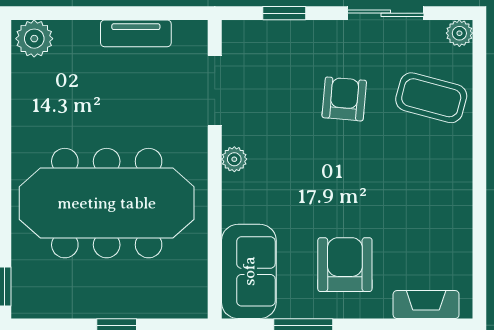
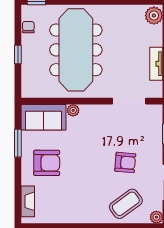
coffee table: (431, 98) -> (126, 204), turned 39
plant: (234, 159) -> (73, 110), moved
chair: (59, 303) -> (28, 27), added

